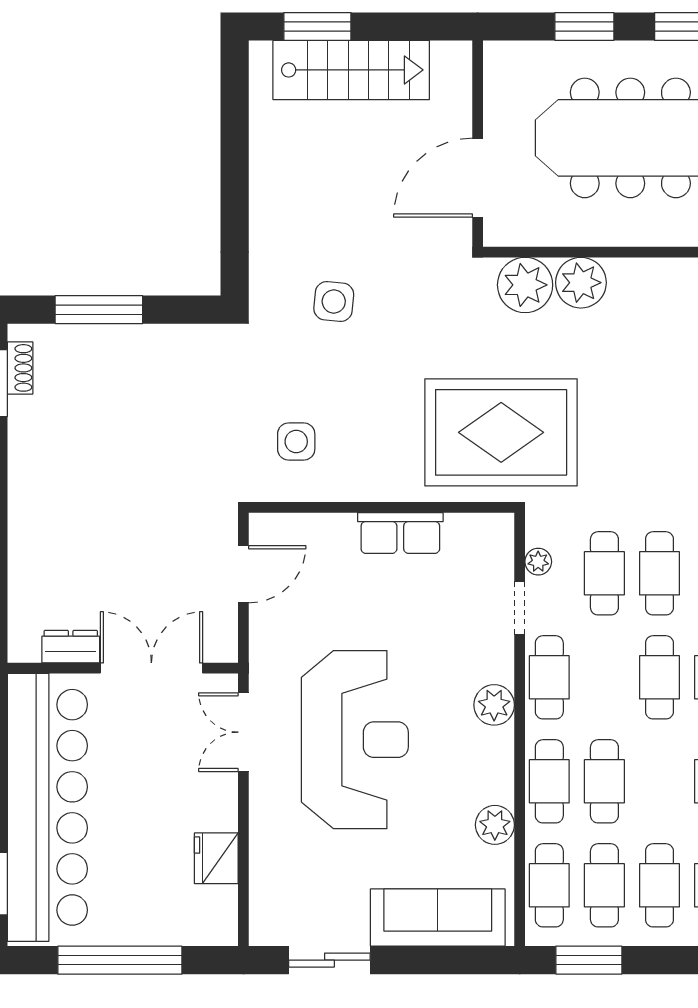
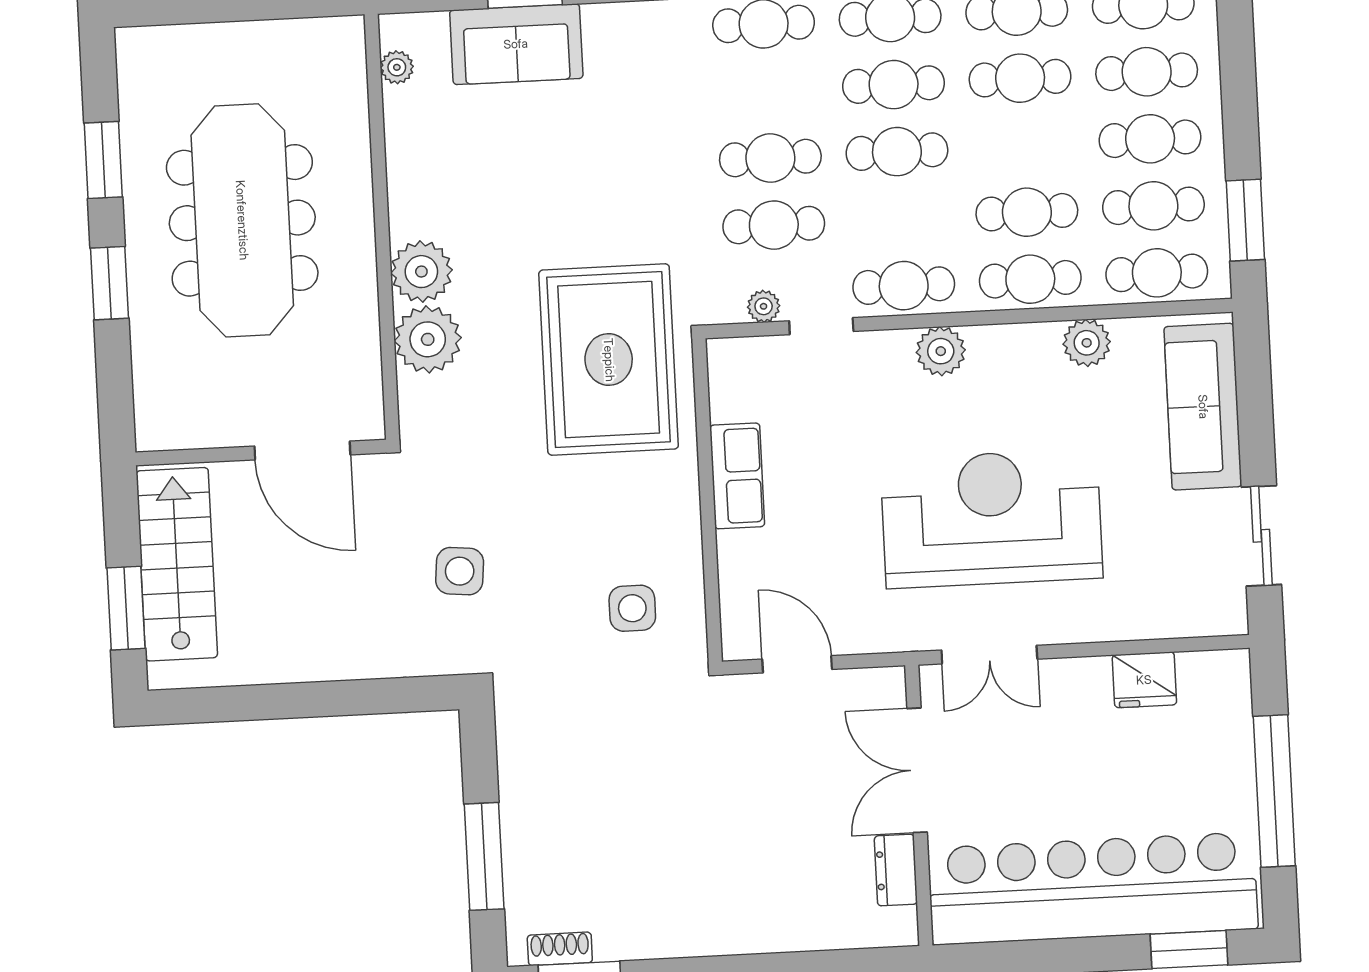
wall: (478, 144) -> (261, 453), moved
door: (478, 178) -> (302, 450), moved

